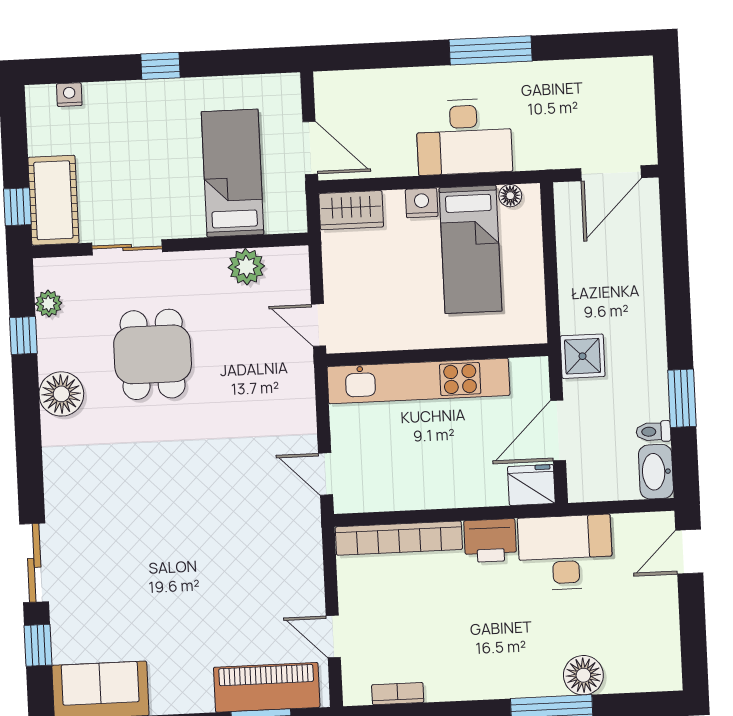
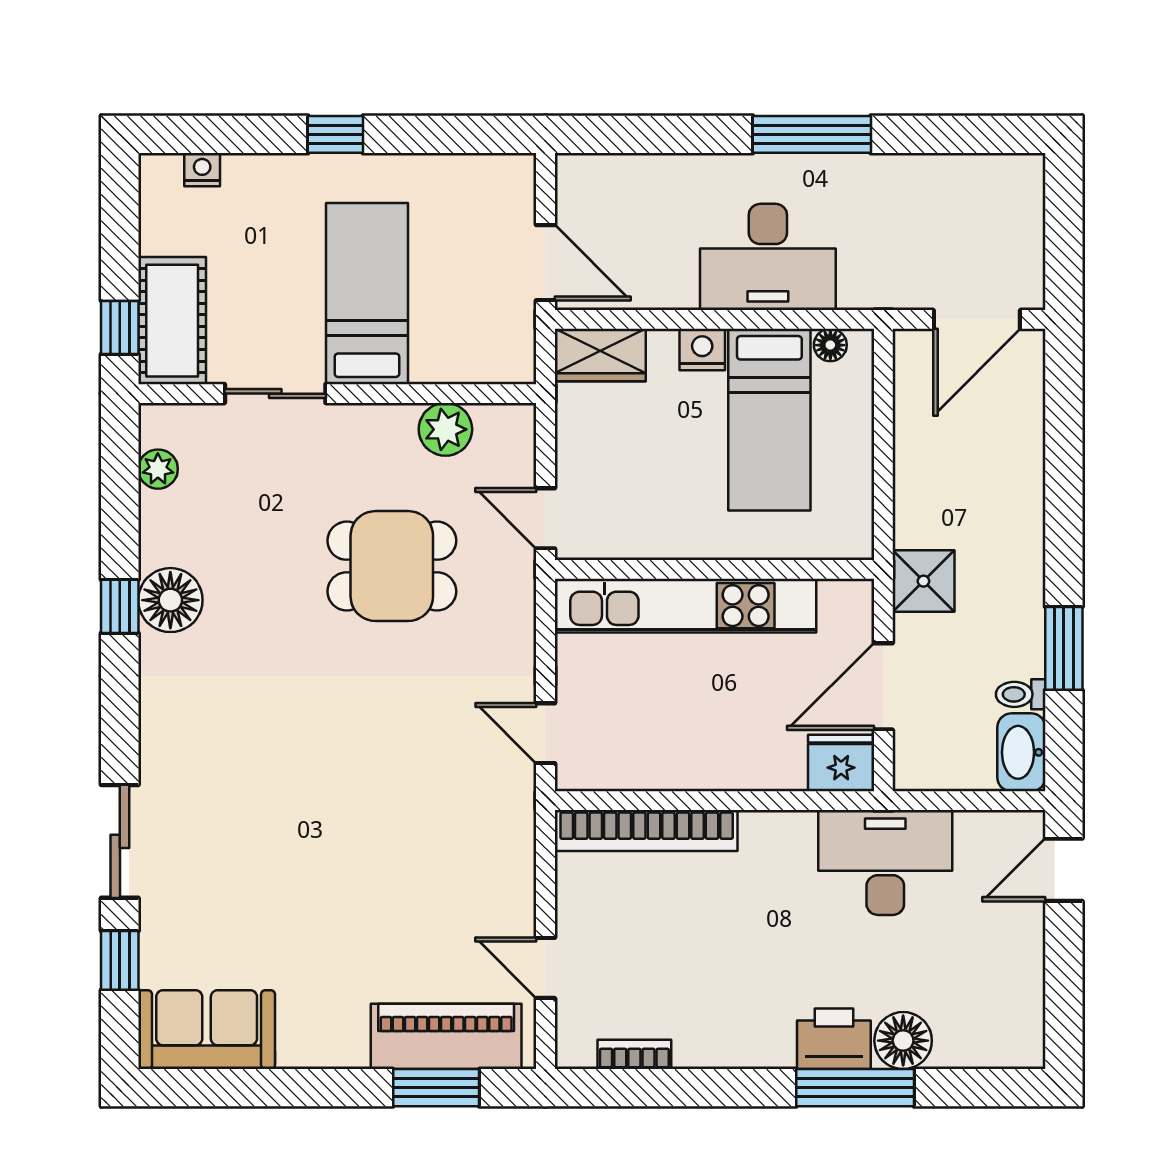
bed: (233, 173) -> (367, 294), moved
window: (23, 336) -> (120, 606), moved
dining table: (153, 354) -> (392, 566), moved, turned 90
printer: (490, 541) -> (834, 1039), moved, turned 180

